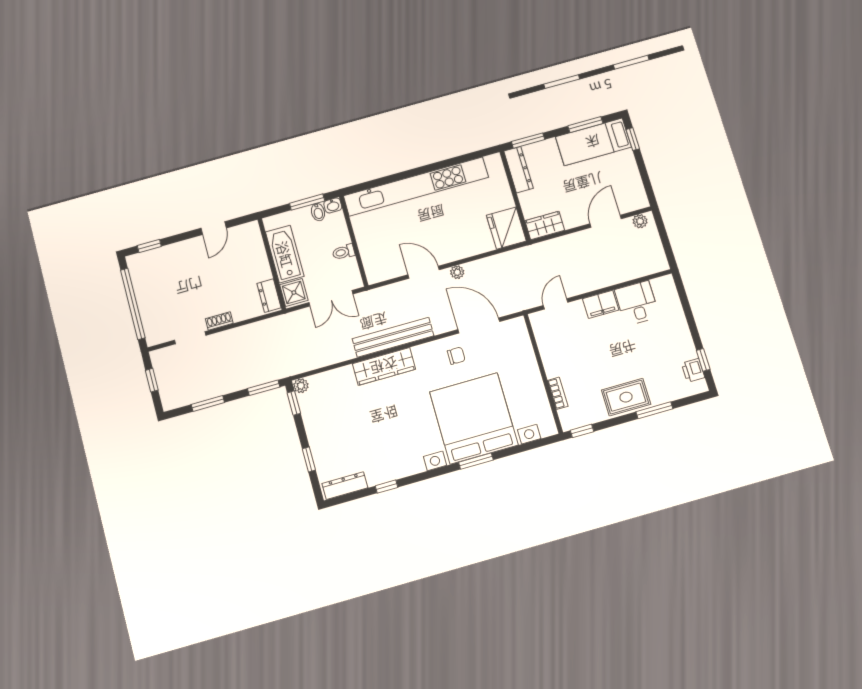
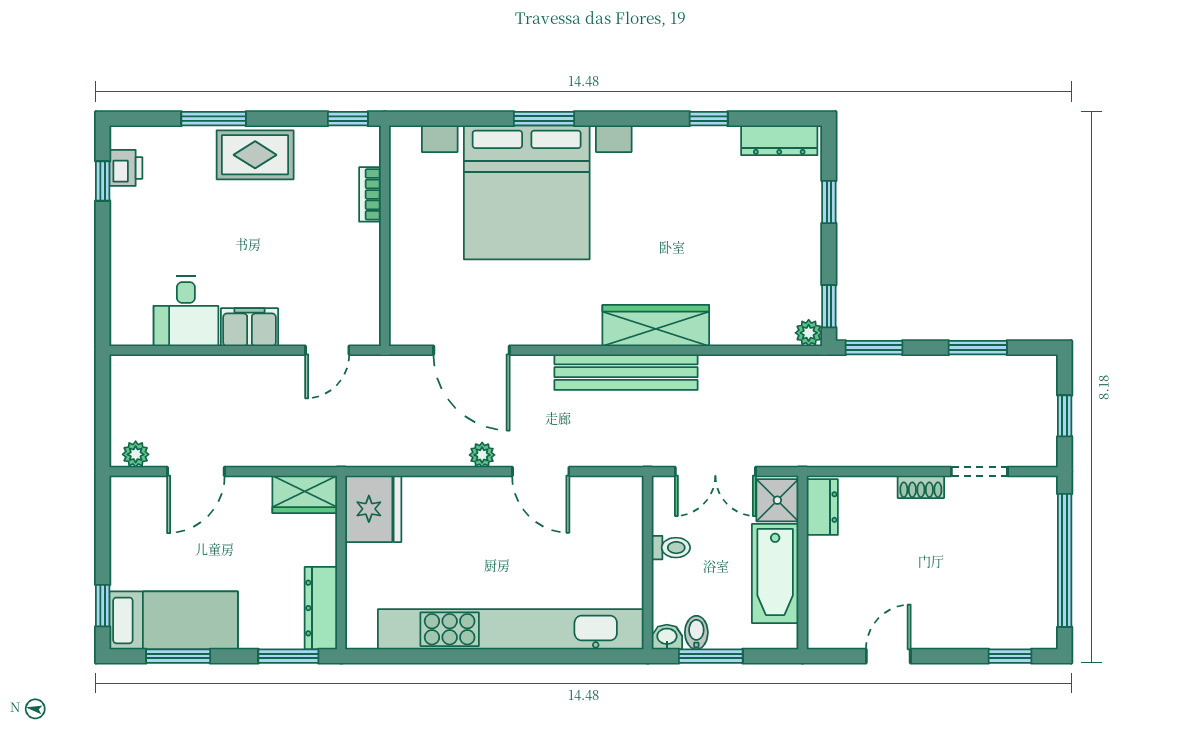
double door: (331, 298) -> (715, 472), swing flipped
chair: (456, 356) -> (526, 309), removed

